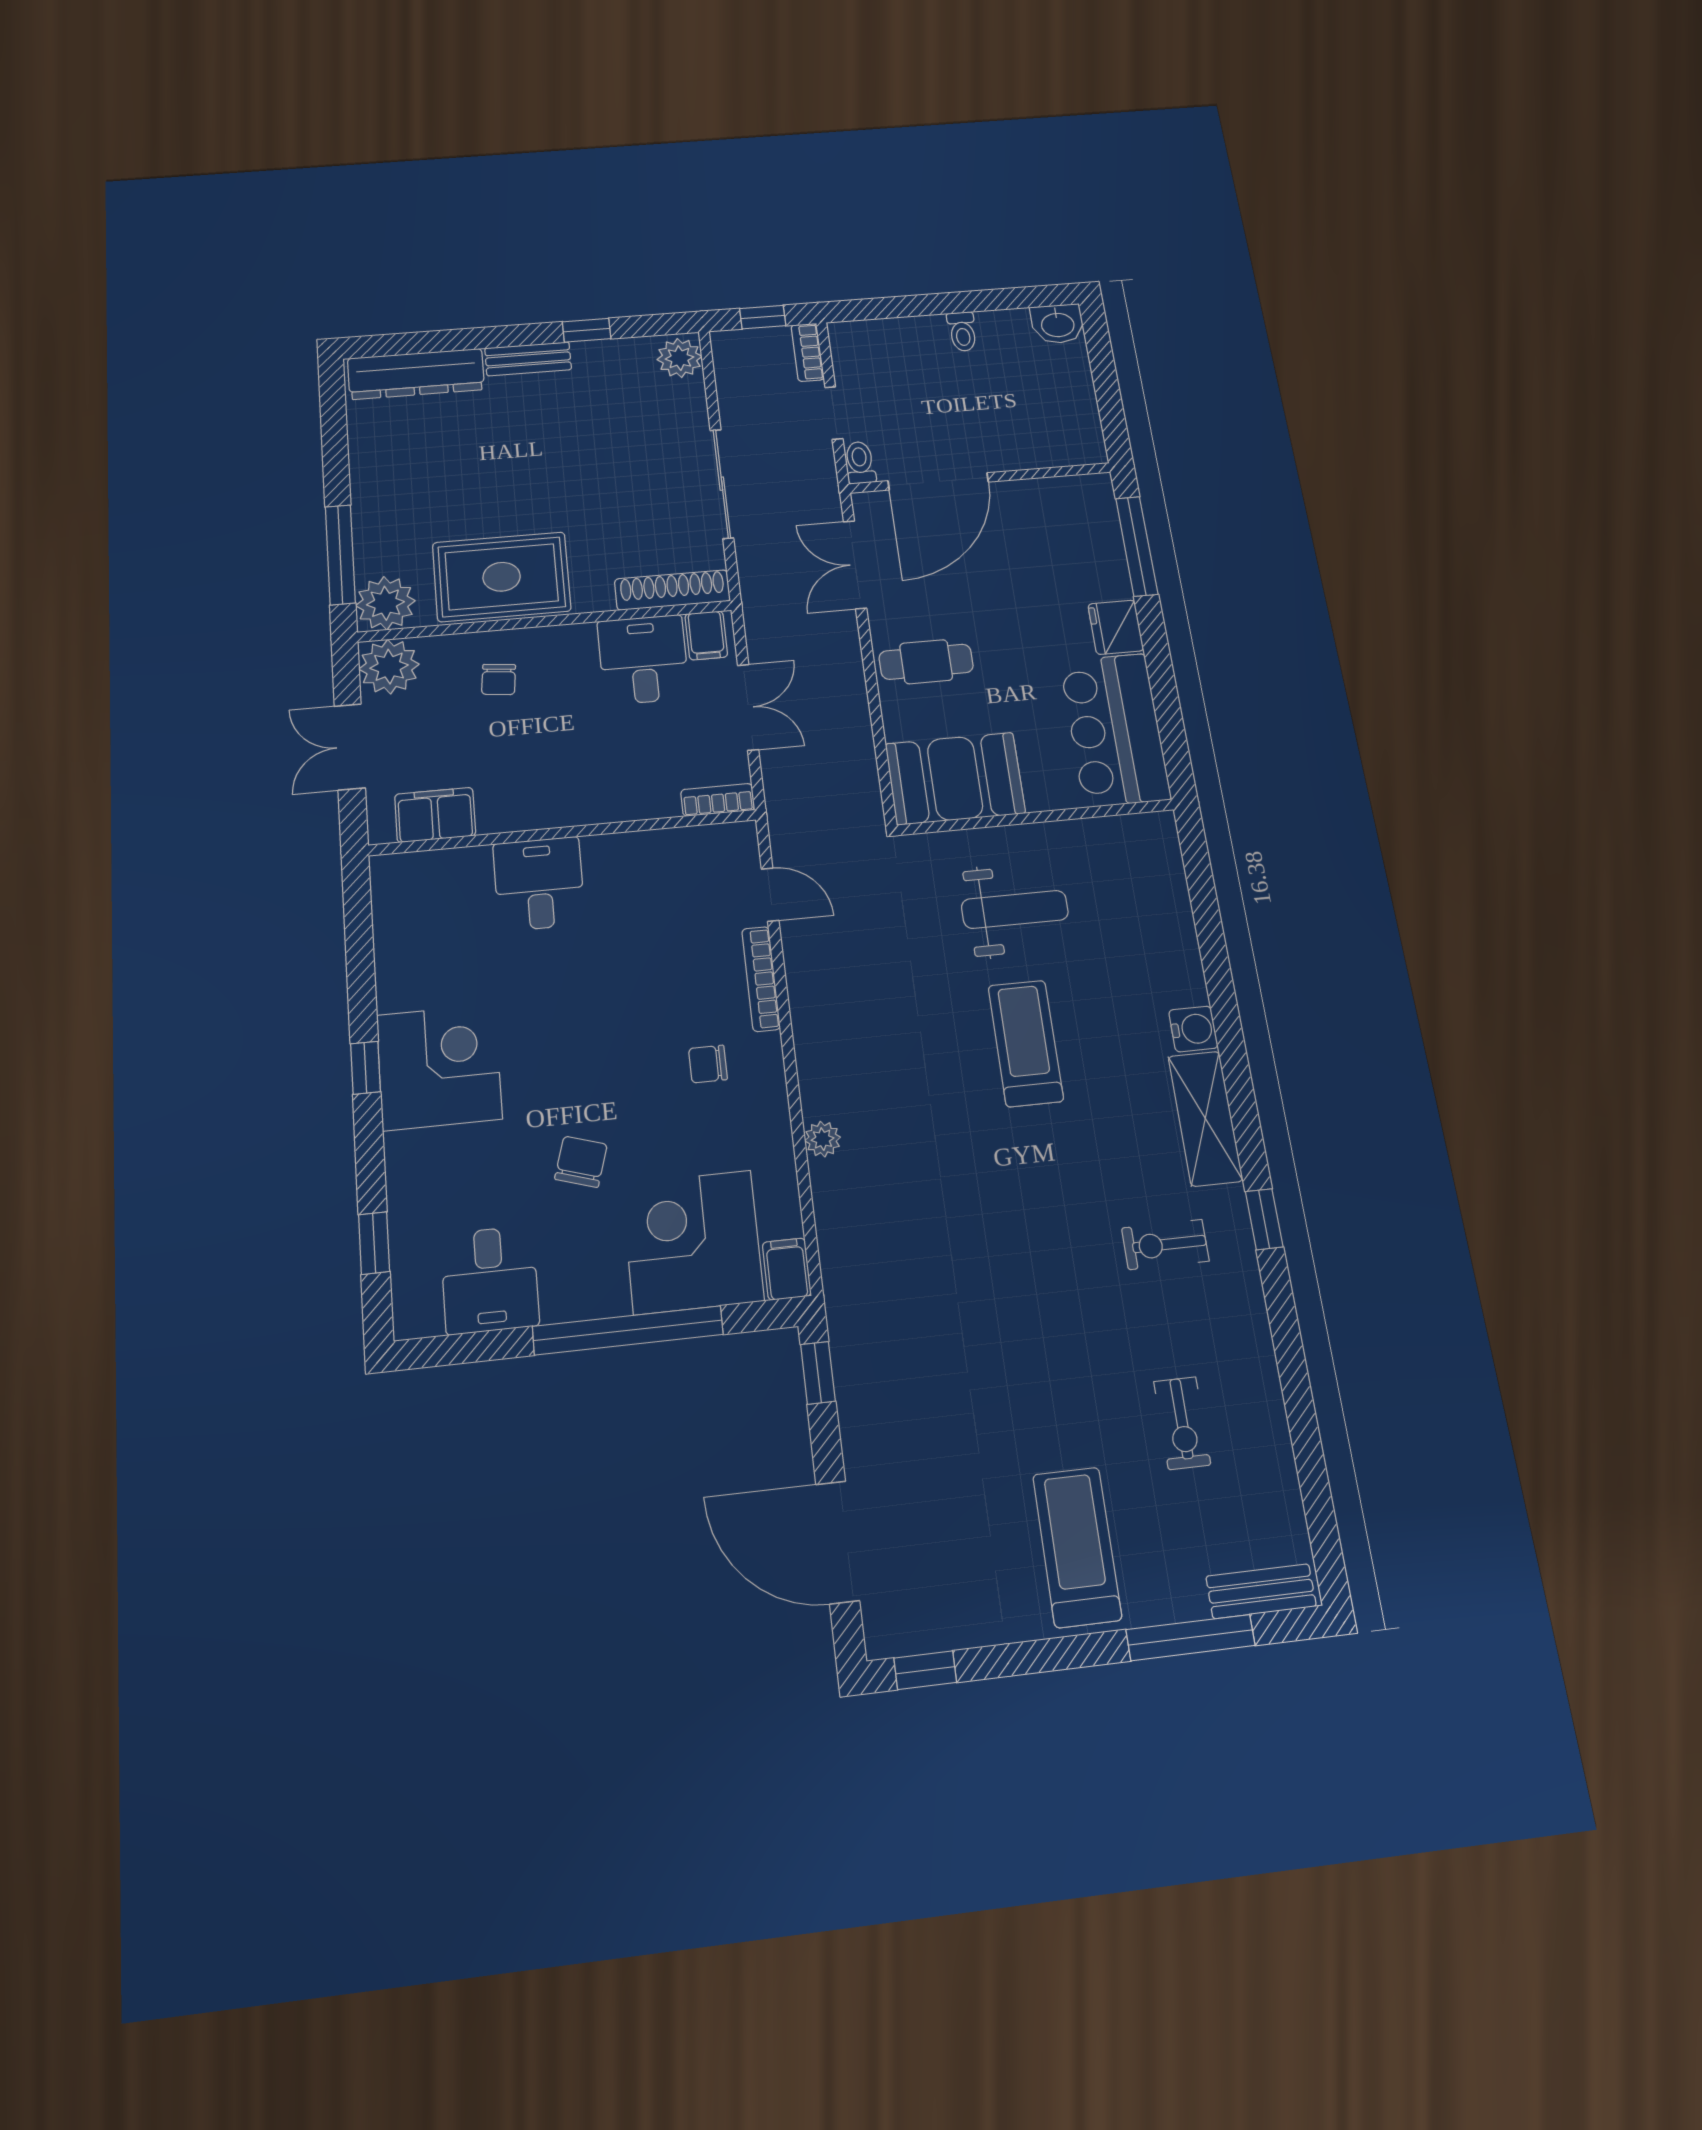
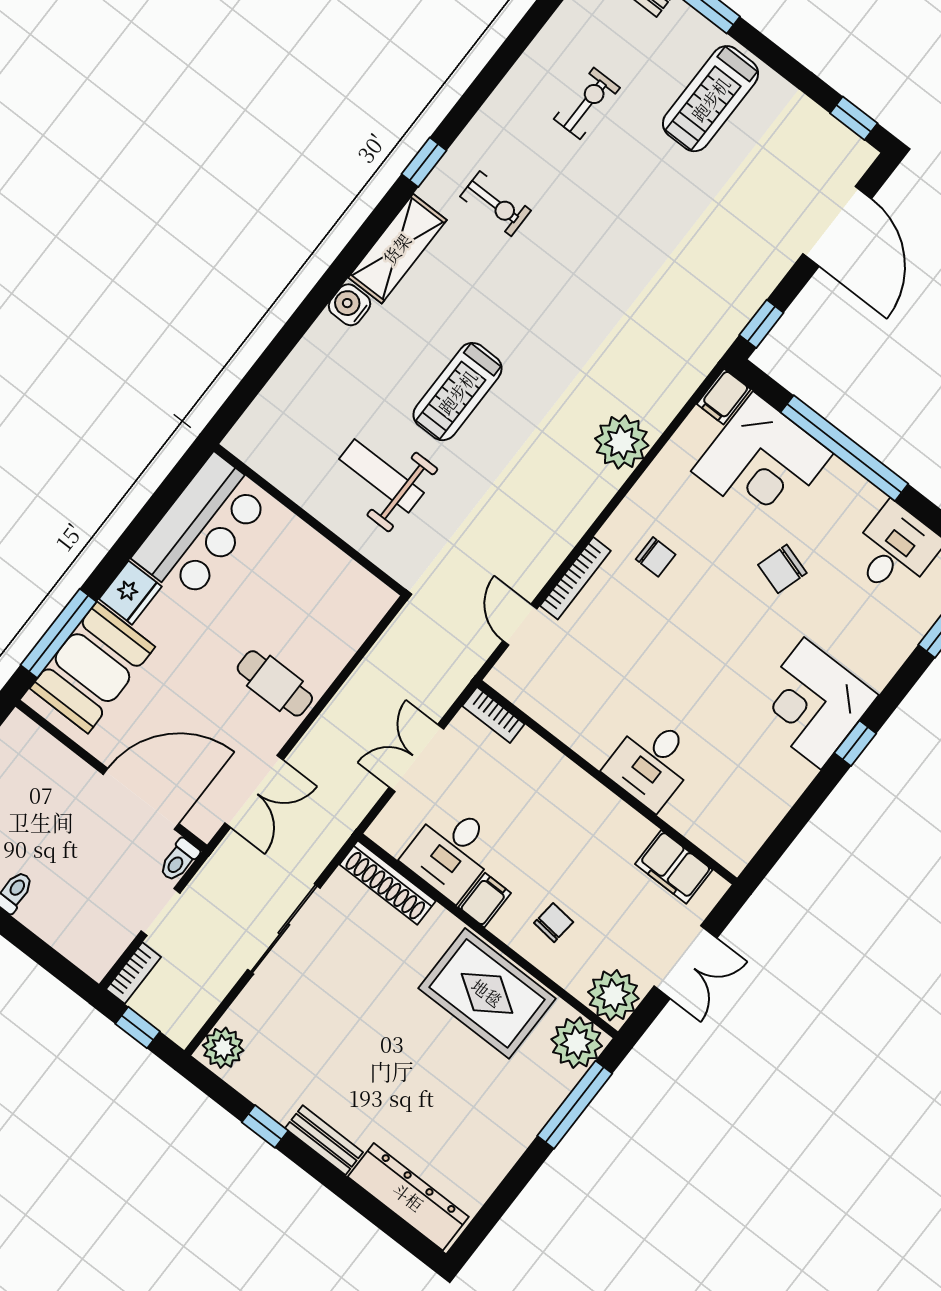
filing cabinet: (706, 635) -> (485, 900), moved
booth: (955, 778) -> (92, 668), moved, turned 90
plant: (823, 1139) -> (622, 442), width x1.87, depth x1.87

